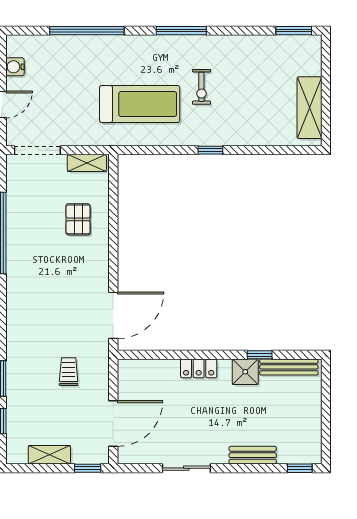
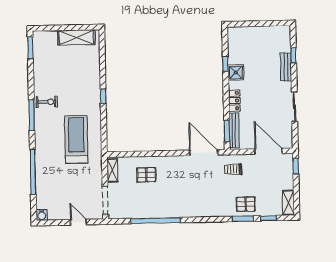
water cooler: (15, 67) -> (42, 215), moved
exercise bike: (201, 87) -> (47, 102), moved
window: (148, 355) -> (227, 131), added
bench: (289, 367) -> (234, 130), moved
trolley: (69, 372) -> (233, 169), moved
pallet: (26, 384) -> (246, 204), added
shelving: (49, 455) -> (288, 203), moved
window: (300, 468) -> (293, 55), moved

